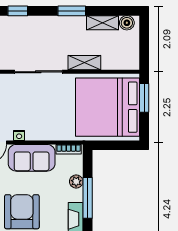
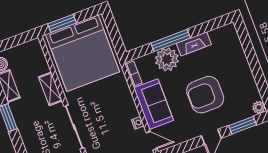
plant: (76, 181) -> (167, 59), width x1.88, depth x1.88

